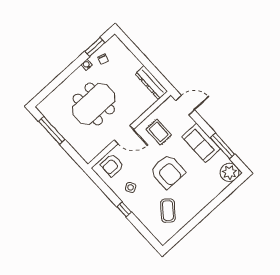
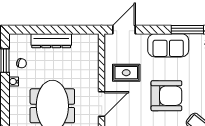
dresser: (151, 83) -> (51, 41), moved

